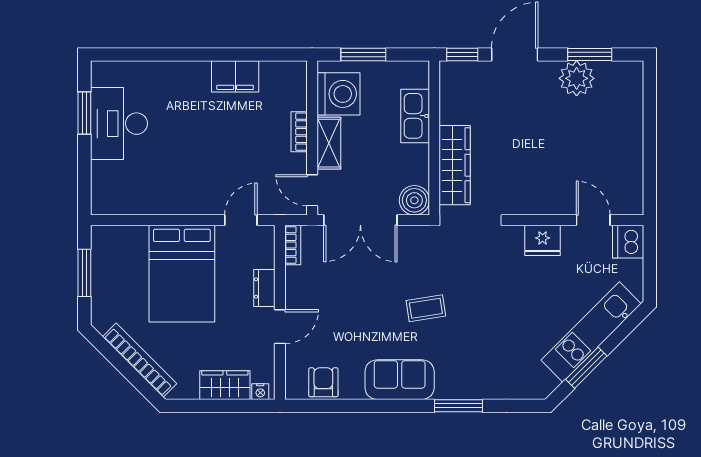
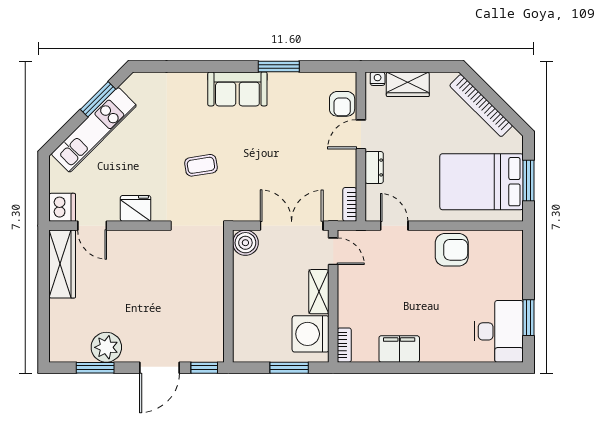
kitchen sink: (415, 116) -> (245, 315), removed
desk: (119, 124) -> (499, 331), moved
bookcase: (299, 132) -> (344, 345), moved
wardrobe: (455, 165) -> (62, 264), moved, turned 180
armchair: (174, 192) -> (452, 250), added
door: (241, 220) -> (394, 226), swing flipped
bed: (182, 274) -> (482, 182), moved, turned -90
coffee table: (426, 308) -> (201, 165), moved
sofa: (400, 380) -> (237, 89), moved
armchair: (323, 382) -> (342, 104), moved
window: (459, 406) -> (279, 67), moved

